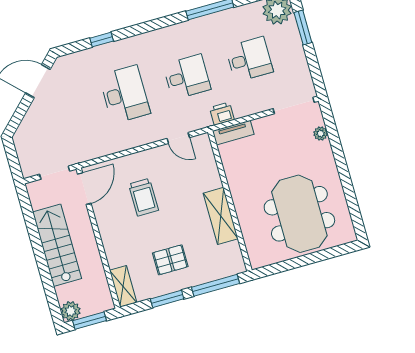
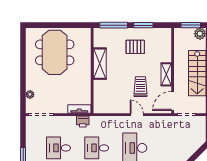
door: (178, 138) -> (137, 115), moved
shelving: (123, 286) -> (166, 74), moved

